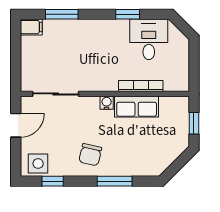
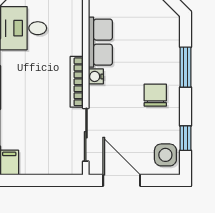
bookcase: (141, 86) -> (77, 82), moved
door: (16, 125) -> (122, 180), width x1.38
chair: (90, 155) -> (155, 95), turned -103

